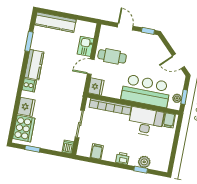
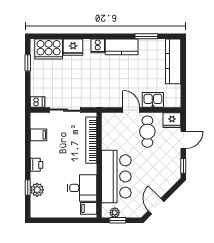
fridge: (96, 87) -> (172, 120), moved
desk: (146, 122) -> (82, 188), width x0.73

